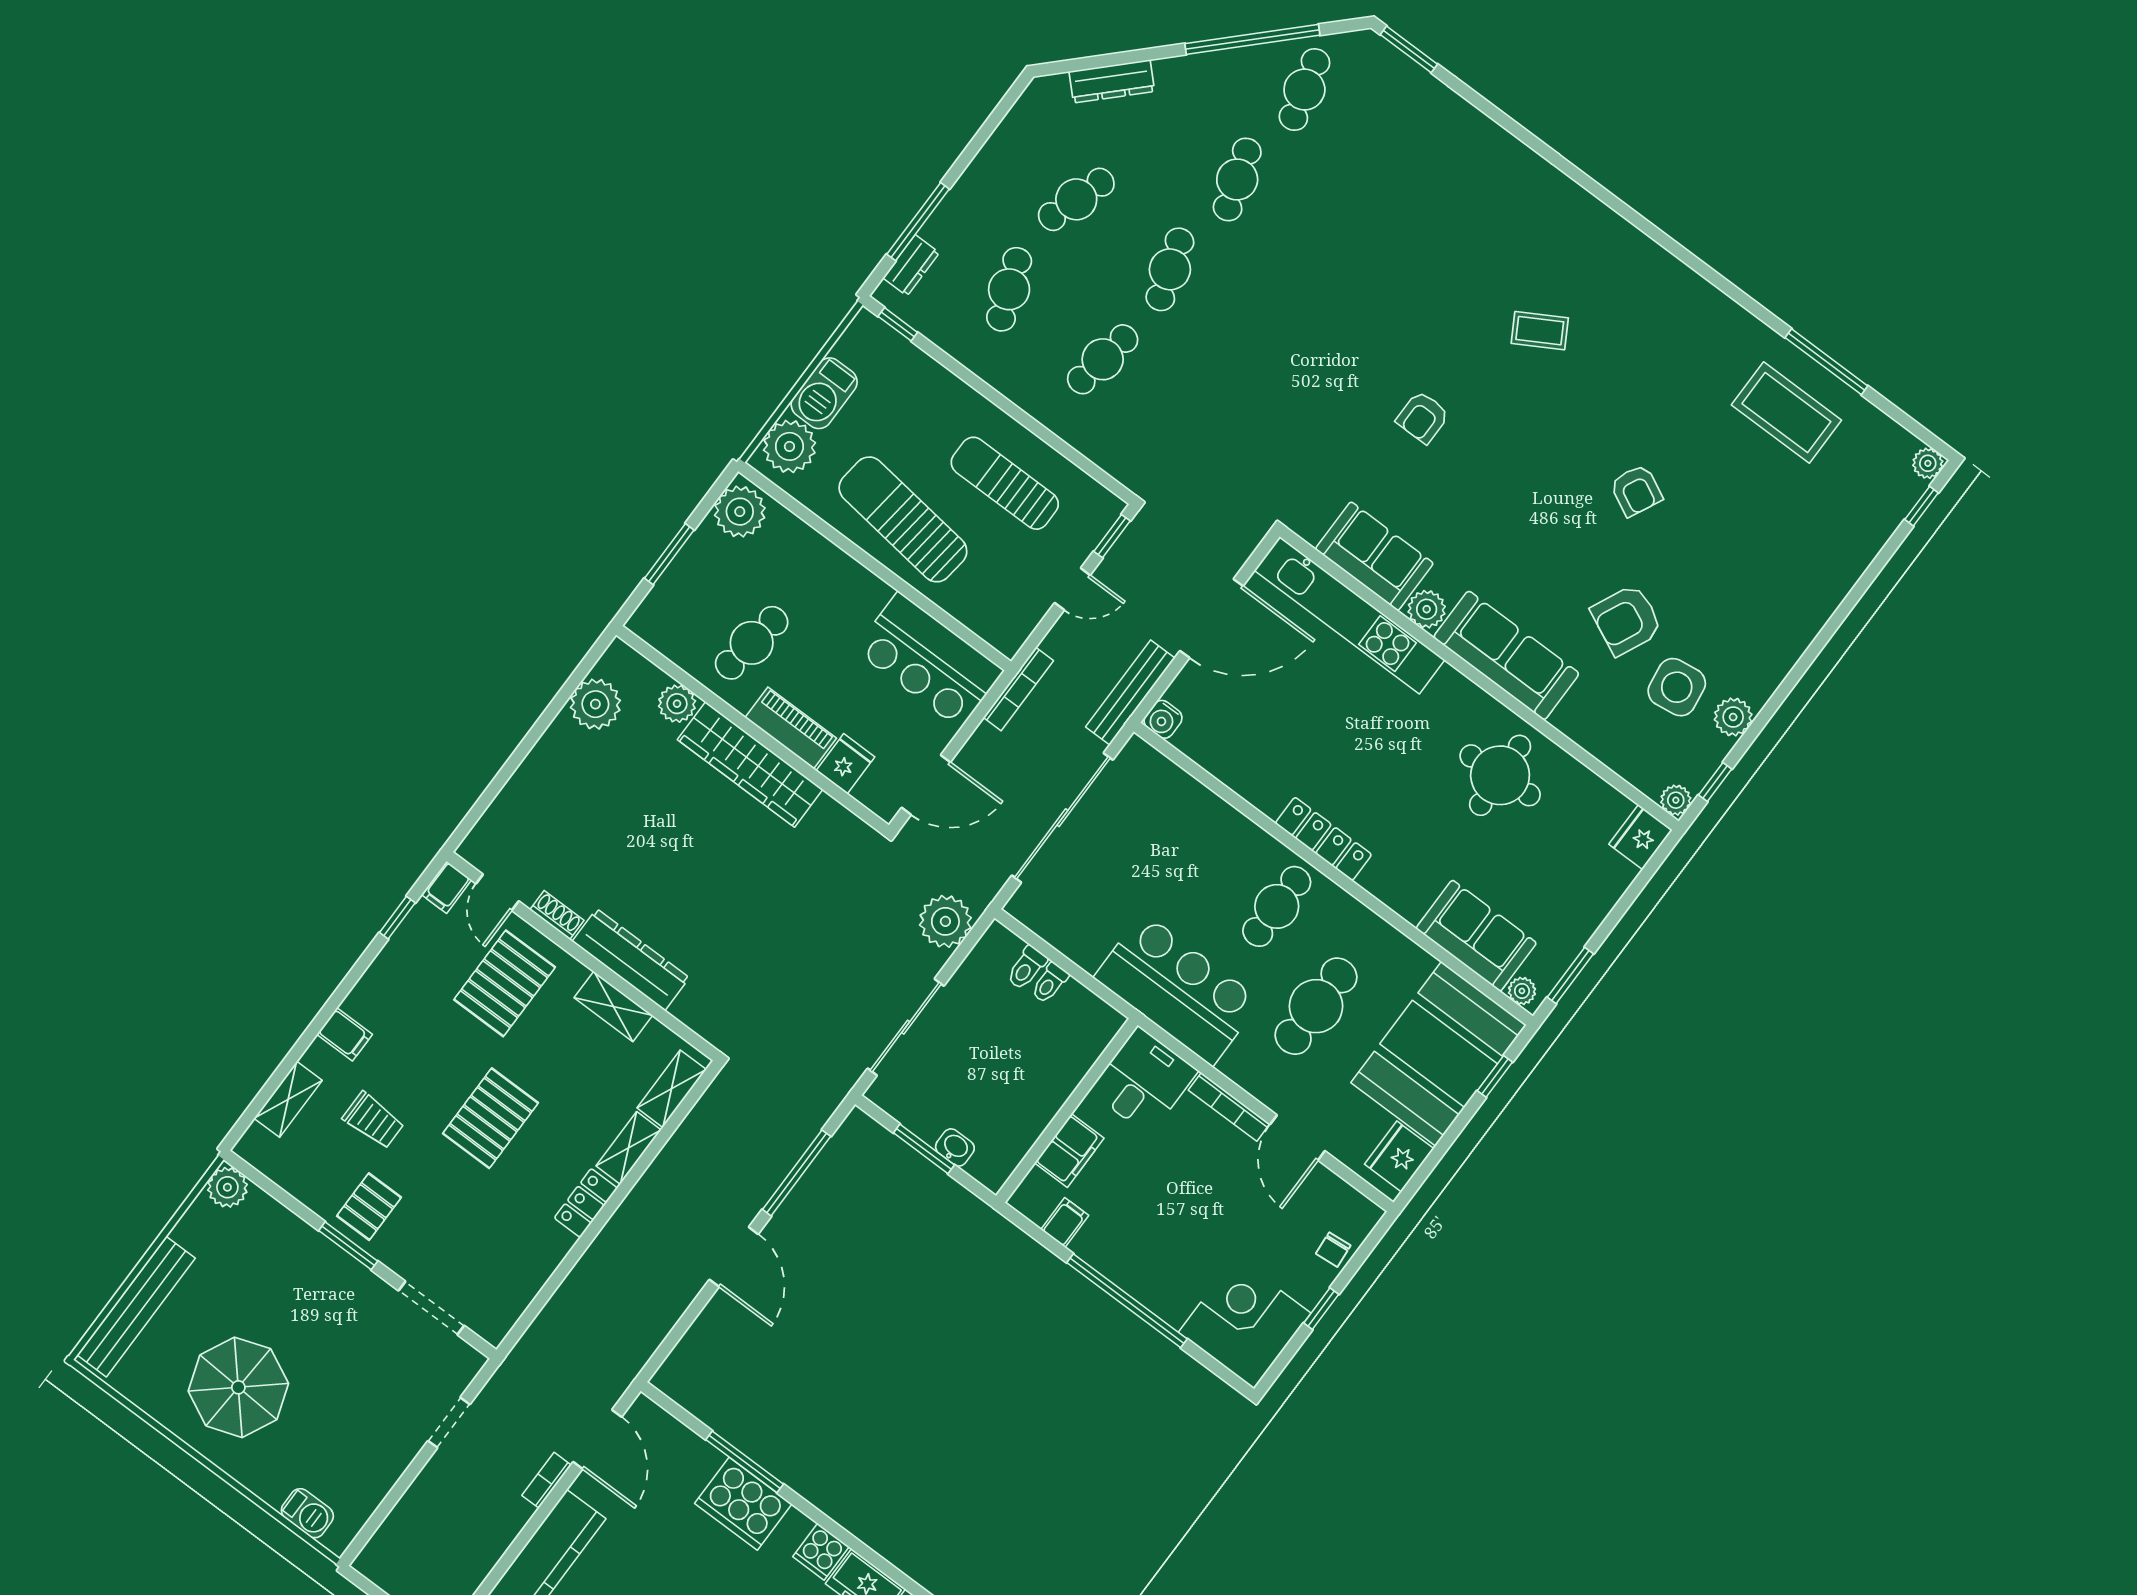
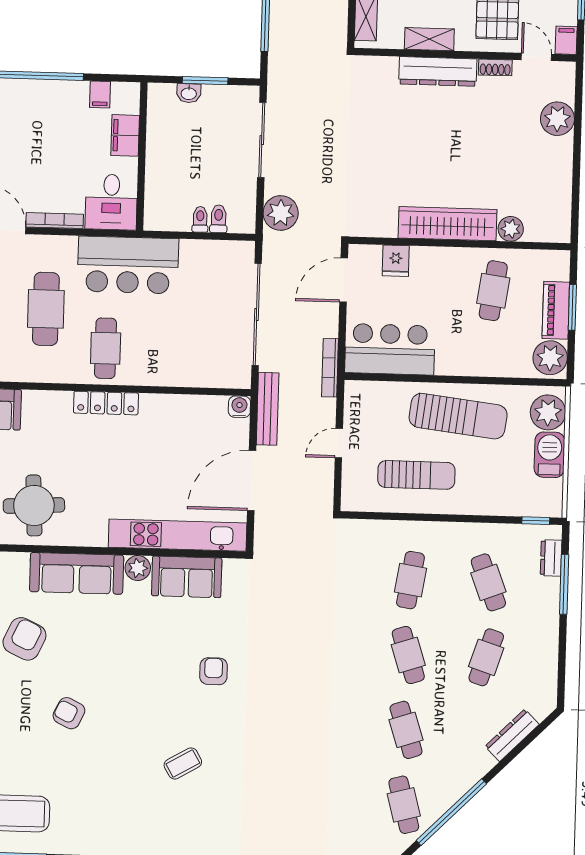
window: (1112, 536) -> (338, 487), removed
plant: (595, 704) -> (557, 119), moved
piano: (791, 728) -> (556, 310), moved, turned 90

